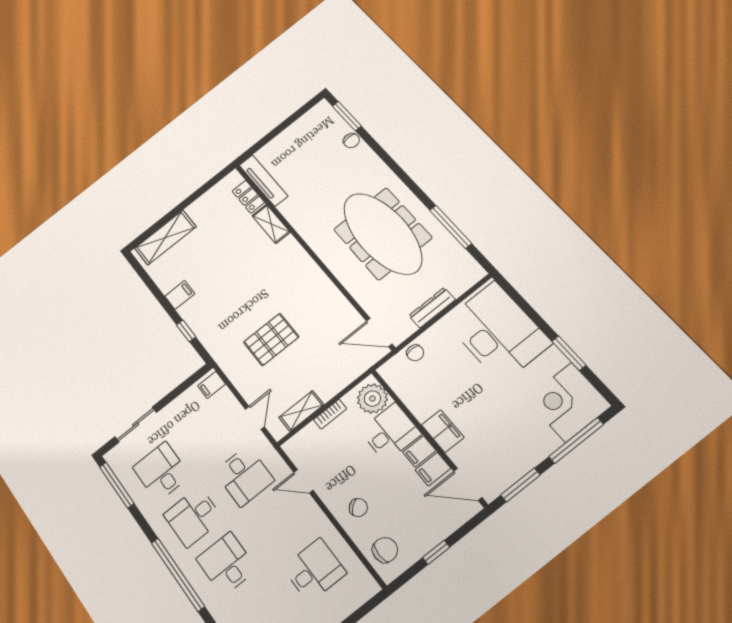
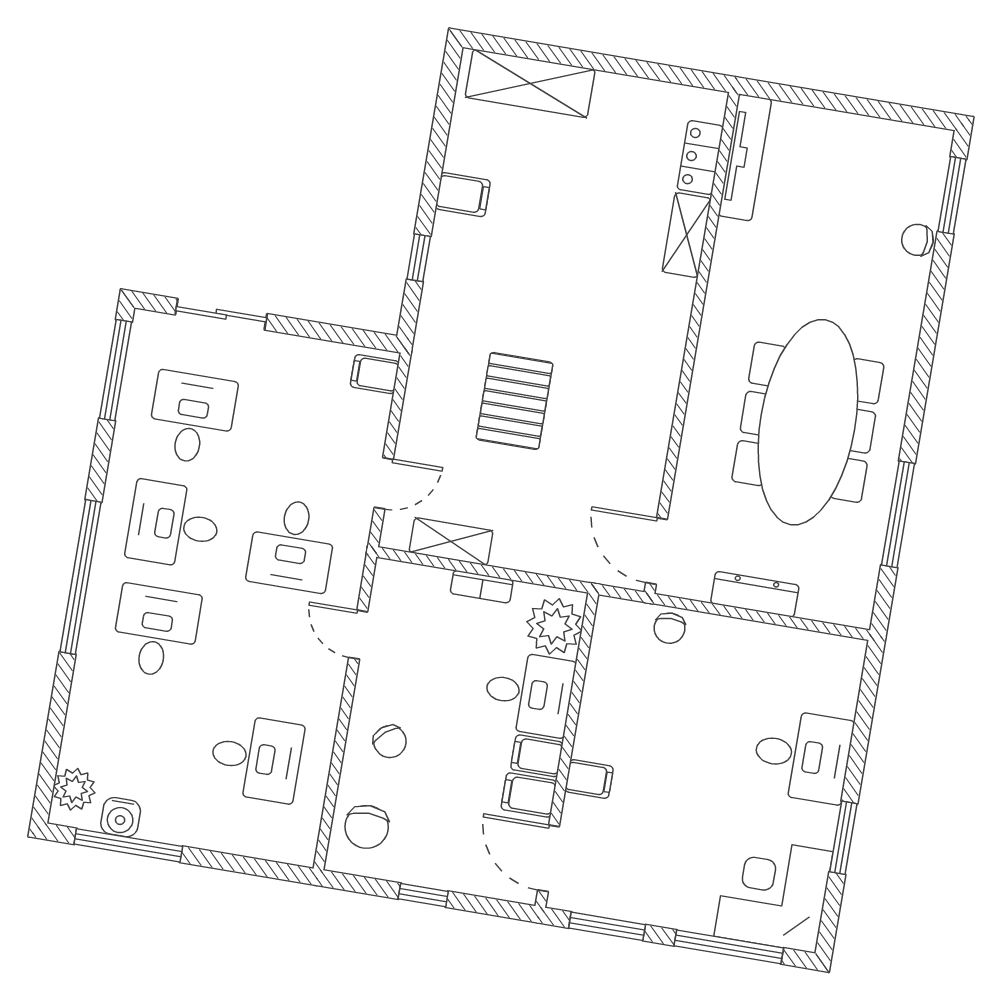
chair: (351, 141) -> (917, 240), turned 90
desk: (498, 332) -> (802, 756), width x0.53, depth x0.77
pallet: (271, 339) -> (514, 401), turned 90
filing cabinet: (443, 431) -> (589, 779), width x0.50
chair: (385, 550) -> (367, 827), turned 90

